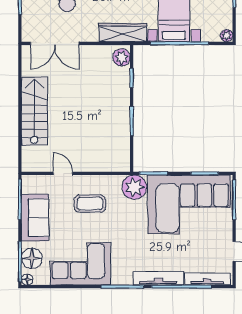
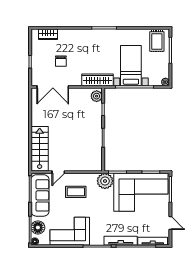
stairs: (34, 111) -> (40, 149), moved
door: (63, 173) -> (58, 172), swing flipped
sofa: (35, 218) -> (40, 195), width x1.36

